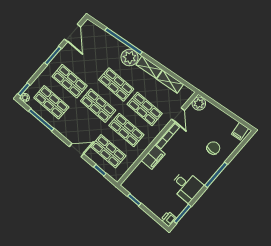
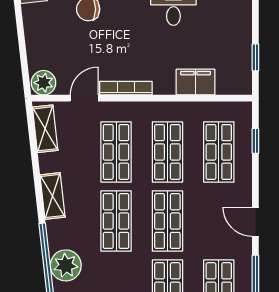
plant: (130, 57) -> (66, 265), moved
shelving: (170, 82) -> (45, 129), moved
door: (77, 150) -> (255, 222), moved
filing cabinet: (153, 157) -> (195, 82), moved

